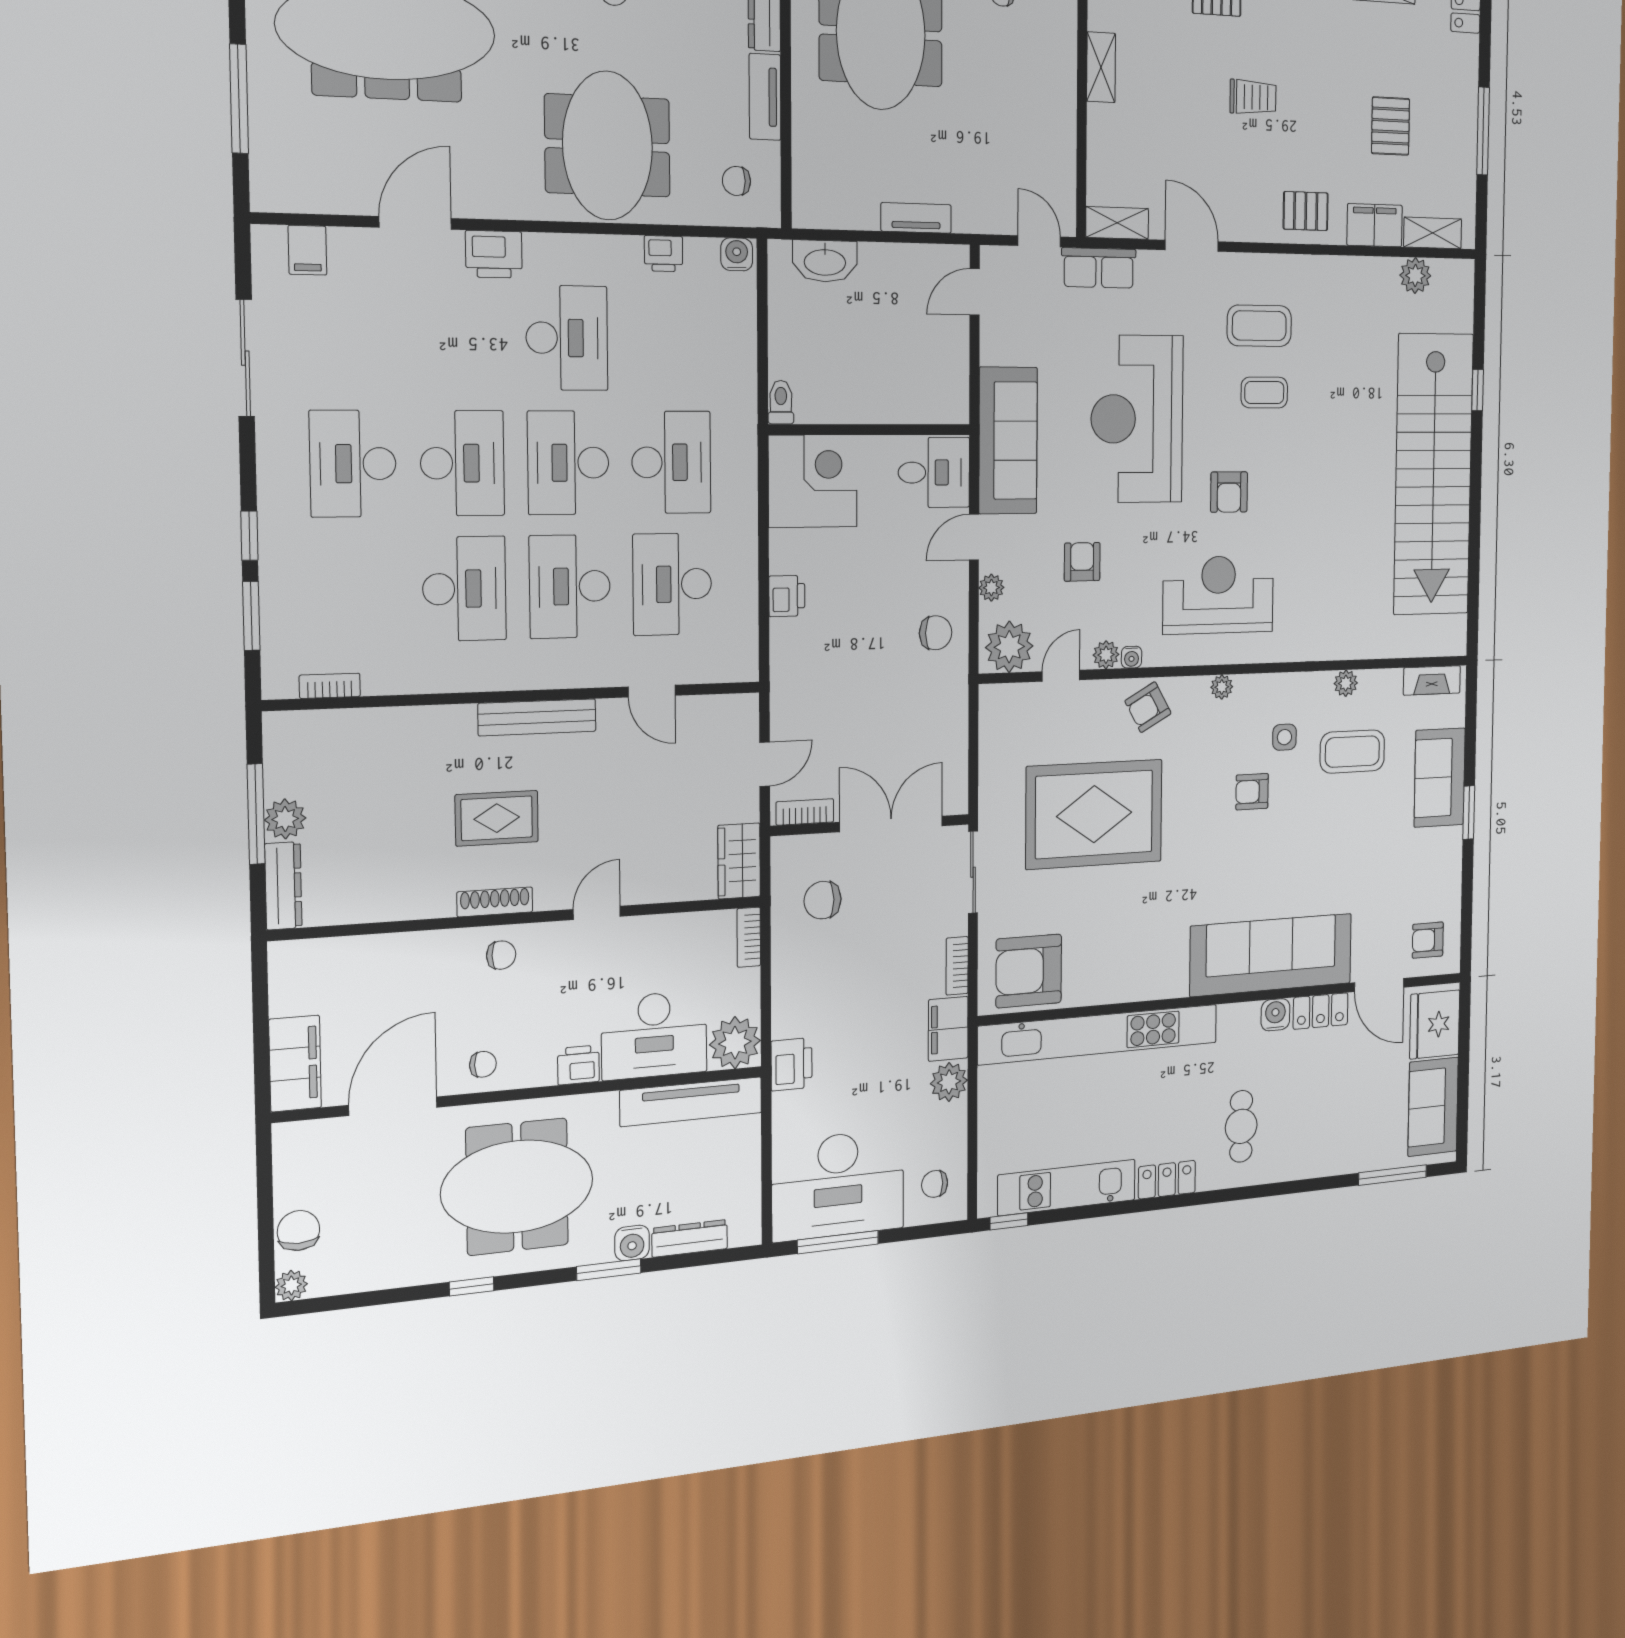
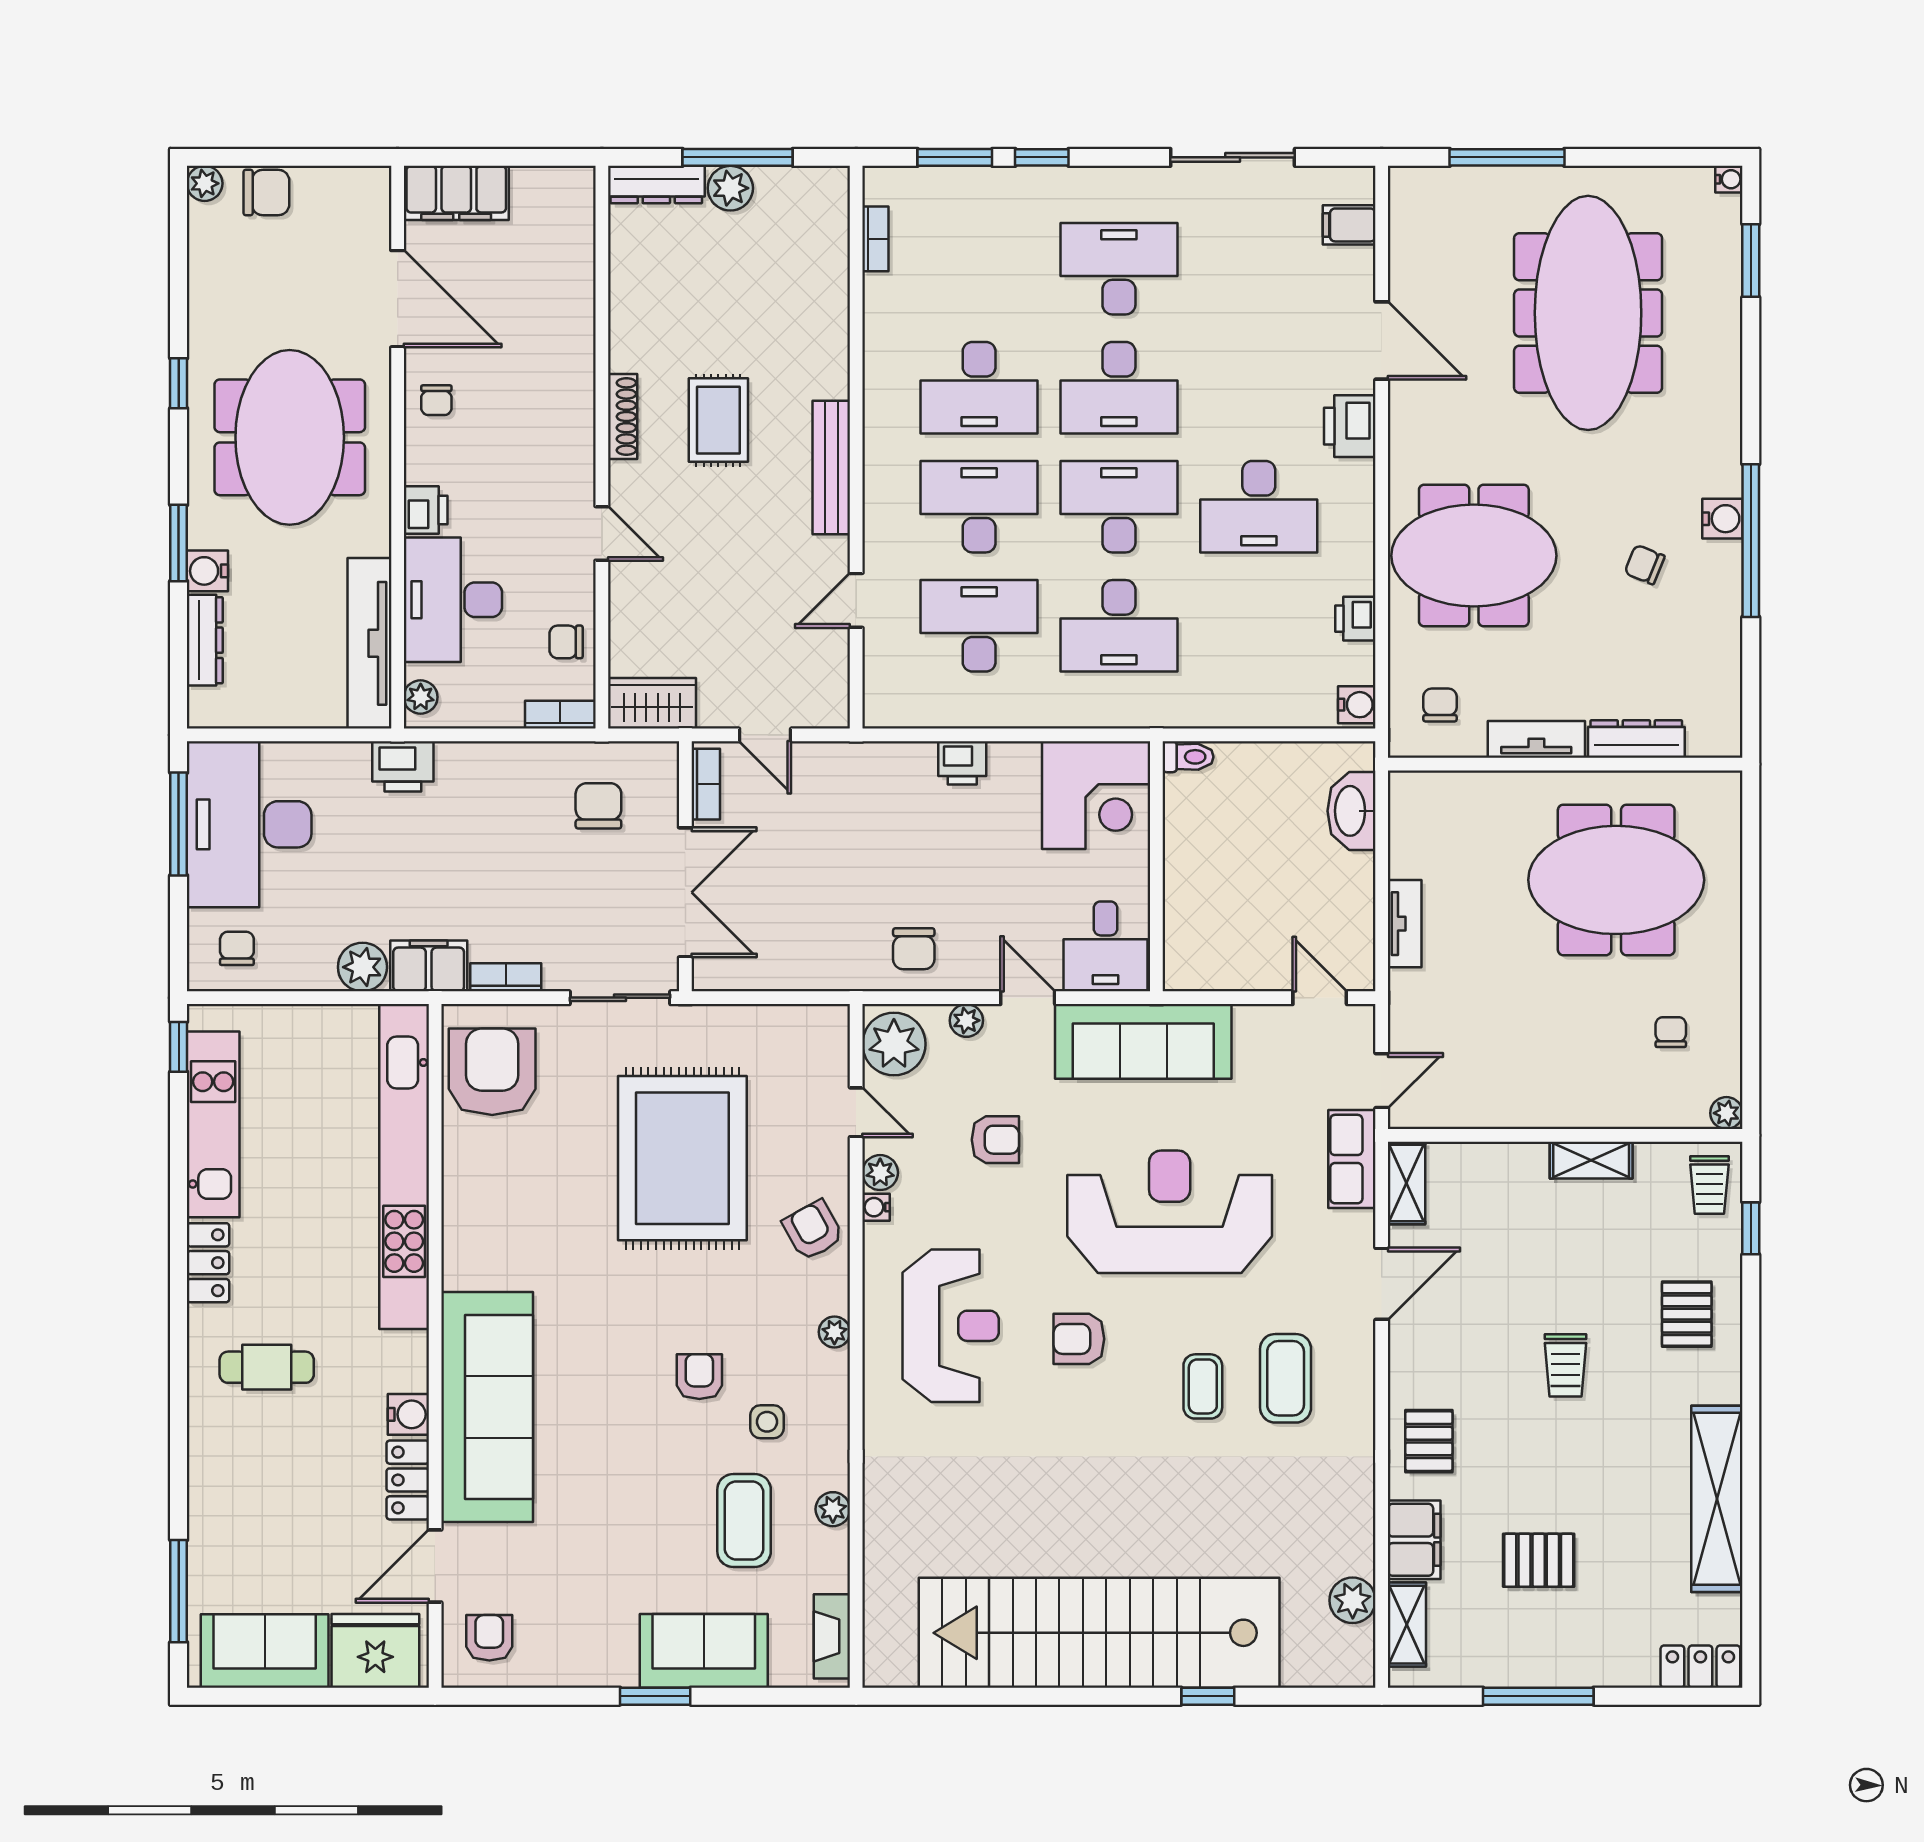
chair: (501, 955) -> (566, 642), moved, turned 90
plant: (735, 1043) -> (421, 697), width x0.53, depth x0.53

